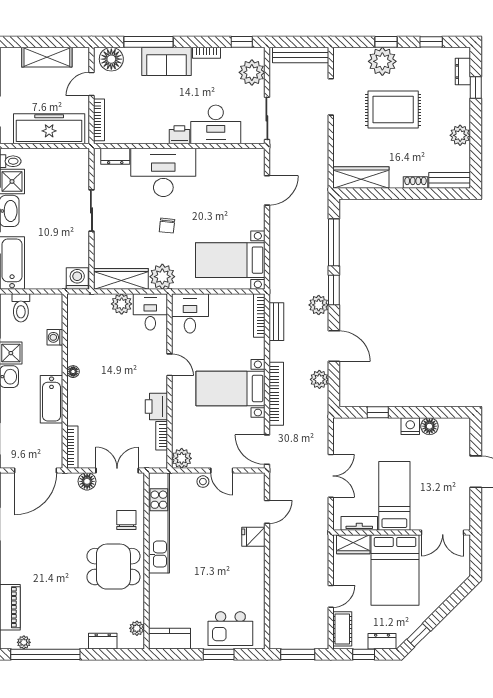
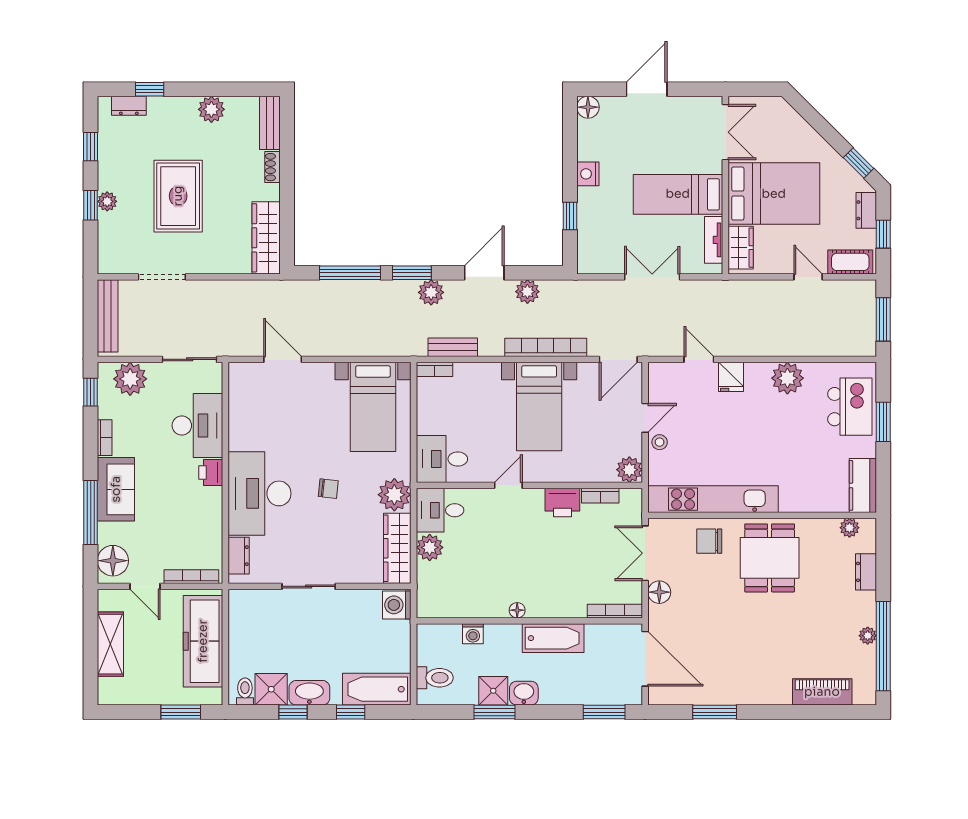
plant: (382, 61) -> (107, 201), width x0.53, depth x0.53
bookcase: (259, 315) -> (434, 369), width x0.64
floor lamp: (429, 426) -> (588, 107), moved
plant: (252, 580) -> (787, 378), added
plant: (24, 642) -> (868, 636), moved

